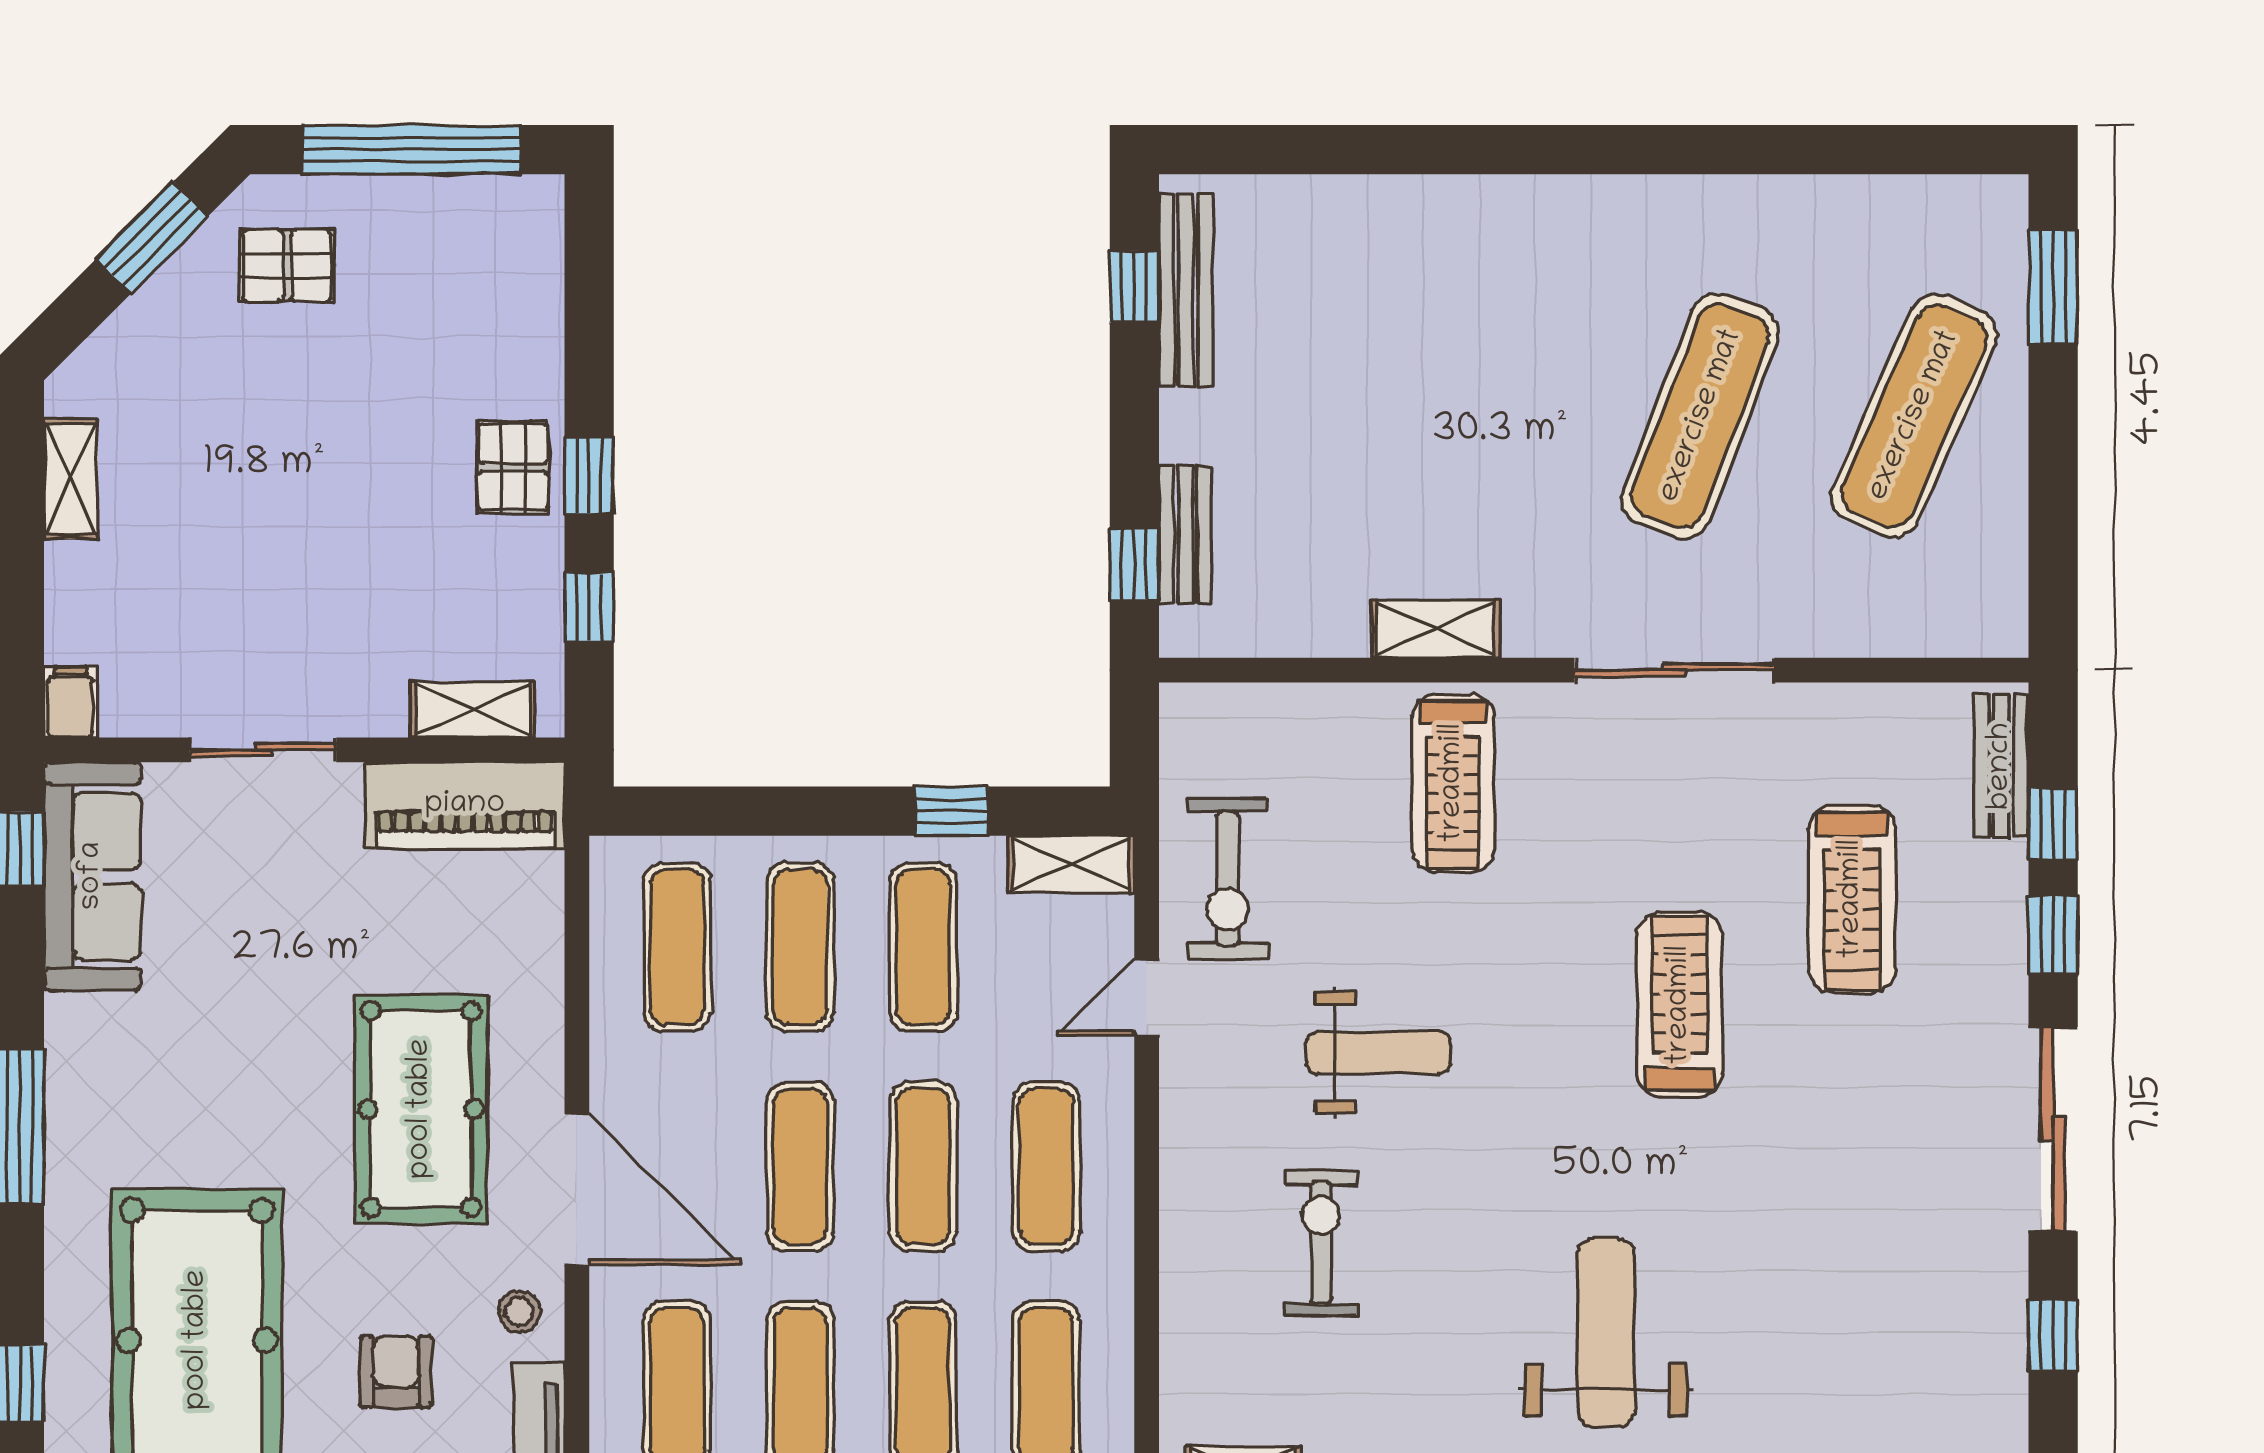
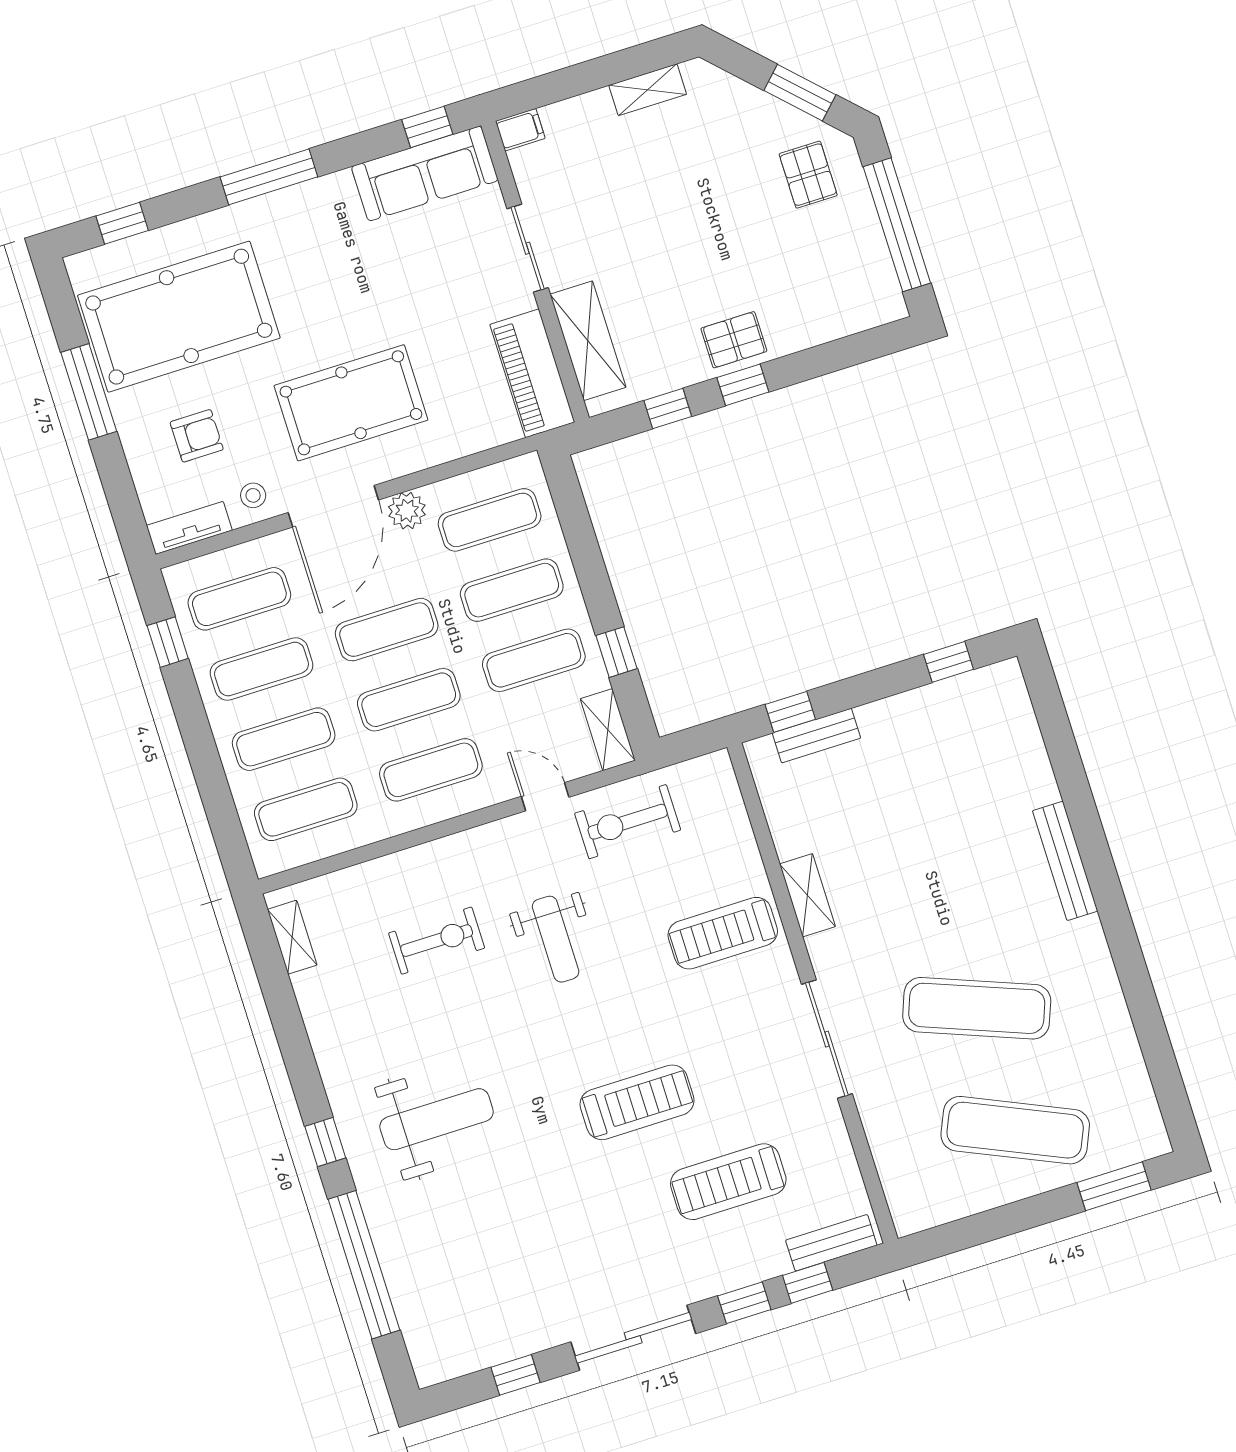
bench: (1186, 290) -> (1065, 861), moved, turned 90
shelving: (472, 710) -> (588, 341), width x1.50, depth x1.33
plant: (621, 1074) -> (407, 511), added

